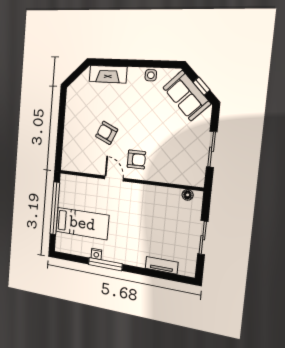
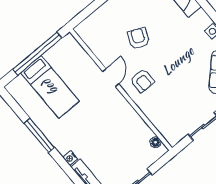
nightstand: (96, 254) -> (70, 158), moved

